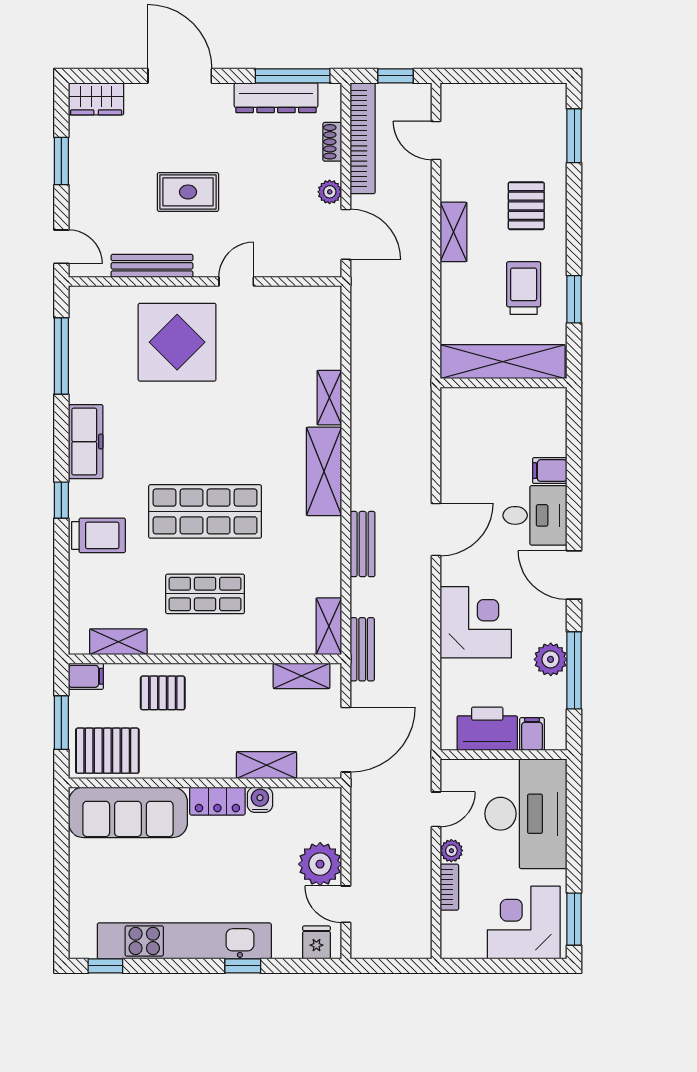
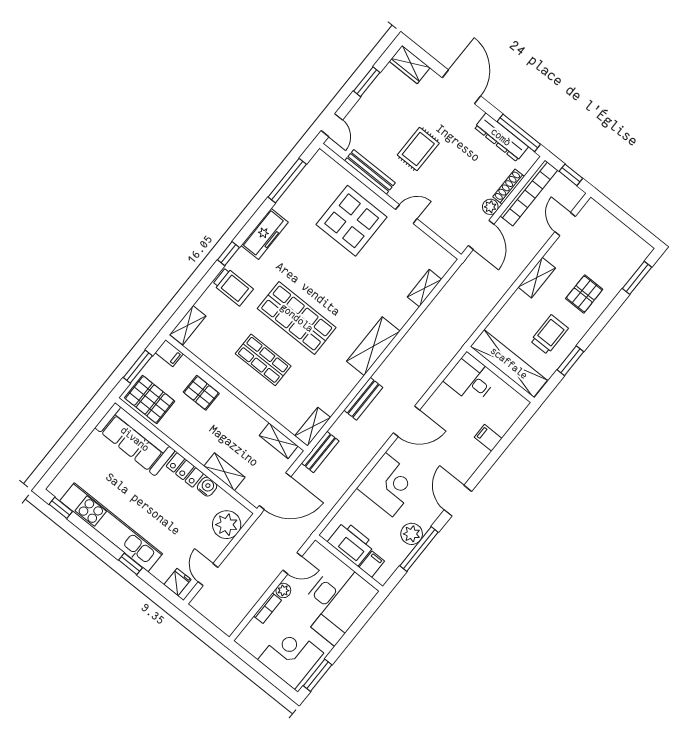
shoe rack: (332, 142) -> (509, 187), width x1.43
rug: (188, 192) -> (418, 149), turned 90
shelving: (329, 398) -> (424, 288), moved
desk: (535, 515) -> (471, 379), moved, turned 180
shelving: (118, 642) -> (188, 325), moved, turned 90
plant: (320, 864) -> (227, 525), moved

